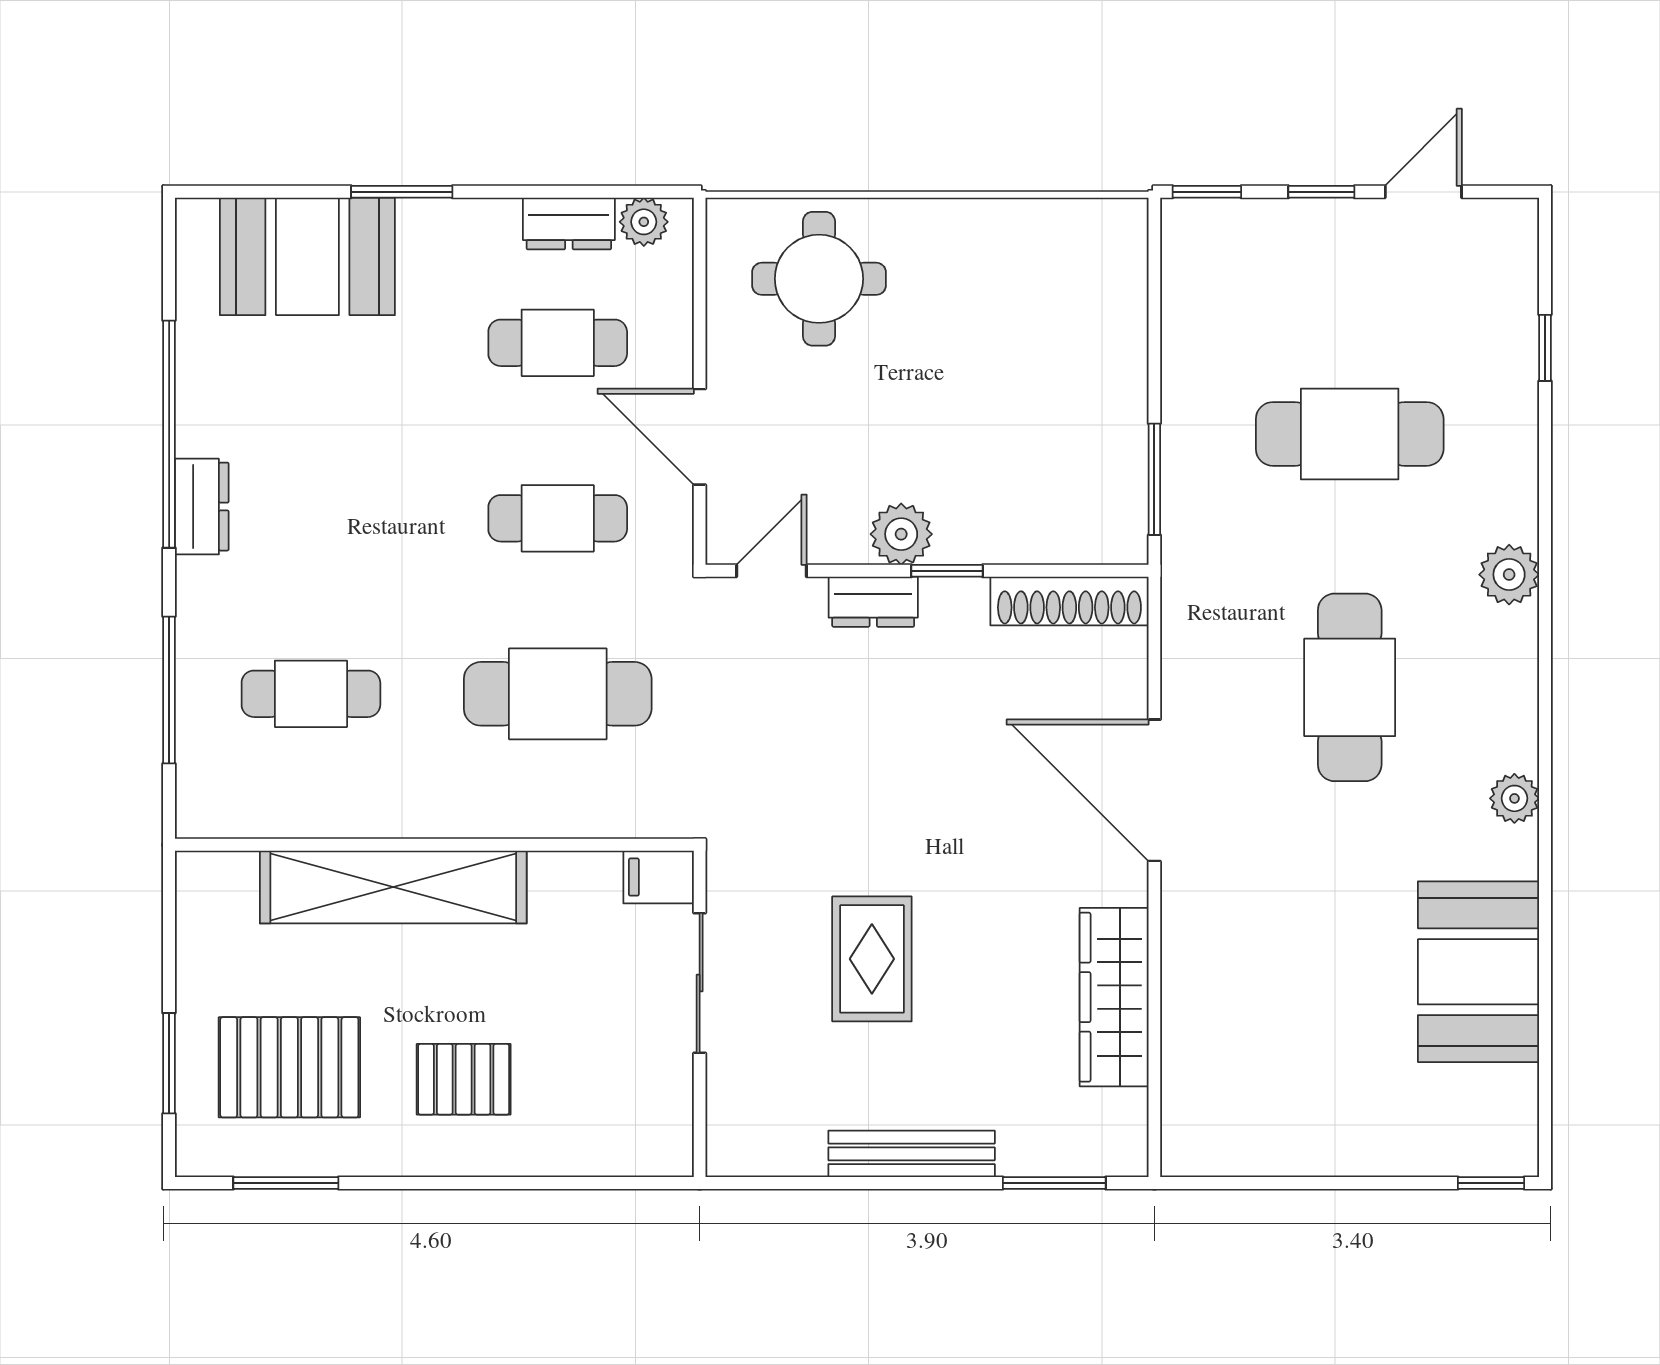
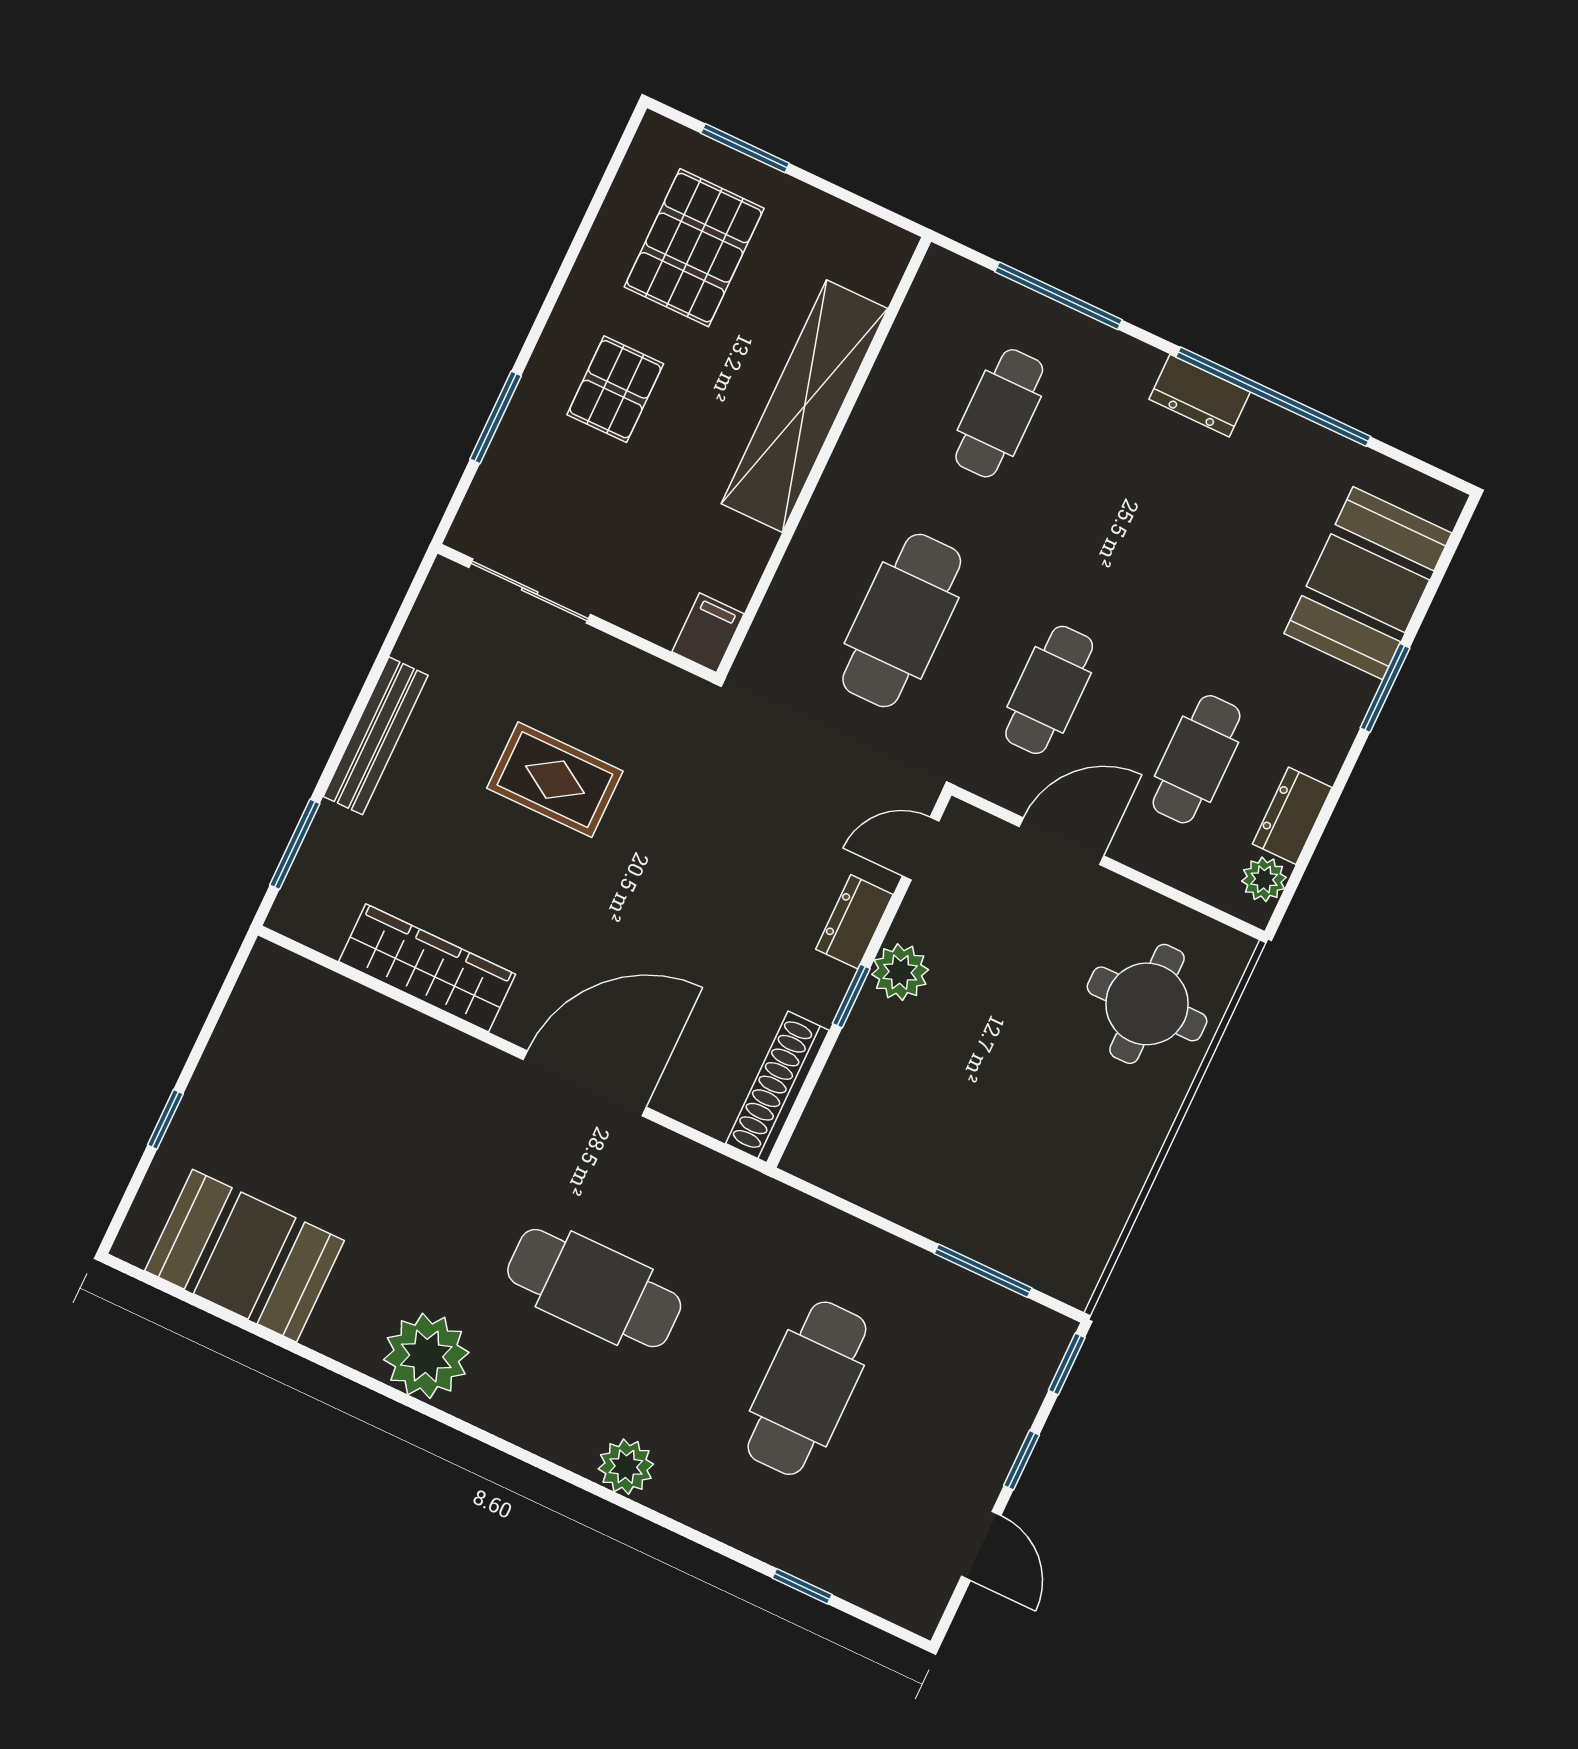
window: (1154, 479) -> (983, 1271), moved
door: (771, 571) -> (921, 849), swing flipped
plant: (1514, 798) -> (426, 1356), width x1.87, depth x1.87
booth: (1479, 972) -> (245, 1256), moved
sliding door: (700, 983) -> (530, 591), moved
window: (286, 1183) -> (496, 417), moved
window: (1491, 1183) -> (165, 1119), moved

